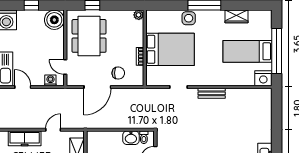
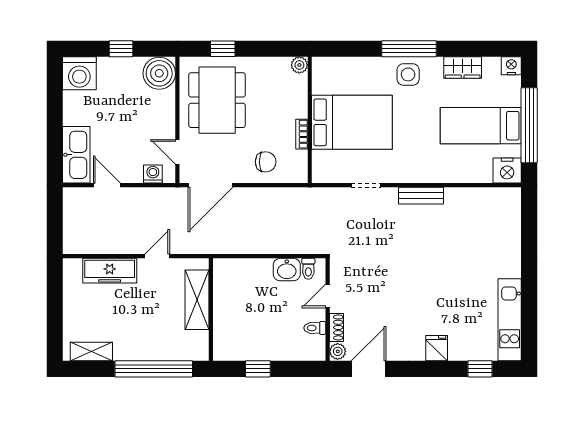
nightstand: (266, 15) -> (511, 66), added
side table: (189, 18) -> (408, 74), moved
door: (97, 87) -> (211, 185), moved

